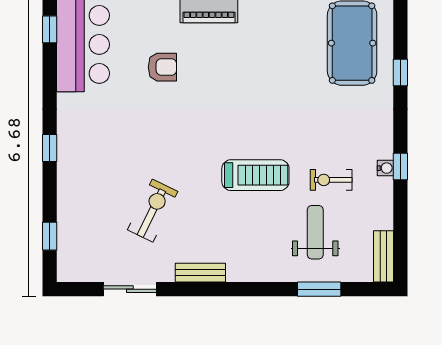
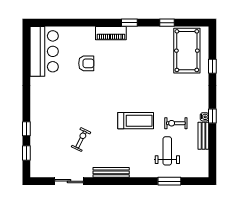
window: (50, 29) -> (26, 43), removed
window: (50, 148) -> (26, 129), moved
exercise bike: (153, 211) -> (81, 139), width x0.73, depth x0.72
bench: (383, 256) -> (203, 136), moved
bench: (200, 273) -> (111, 172), width x1.36

